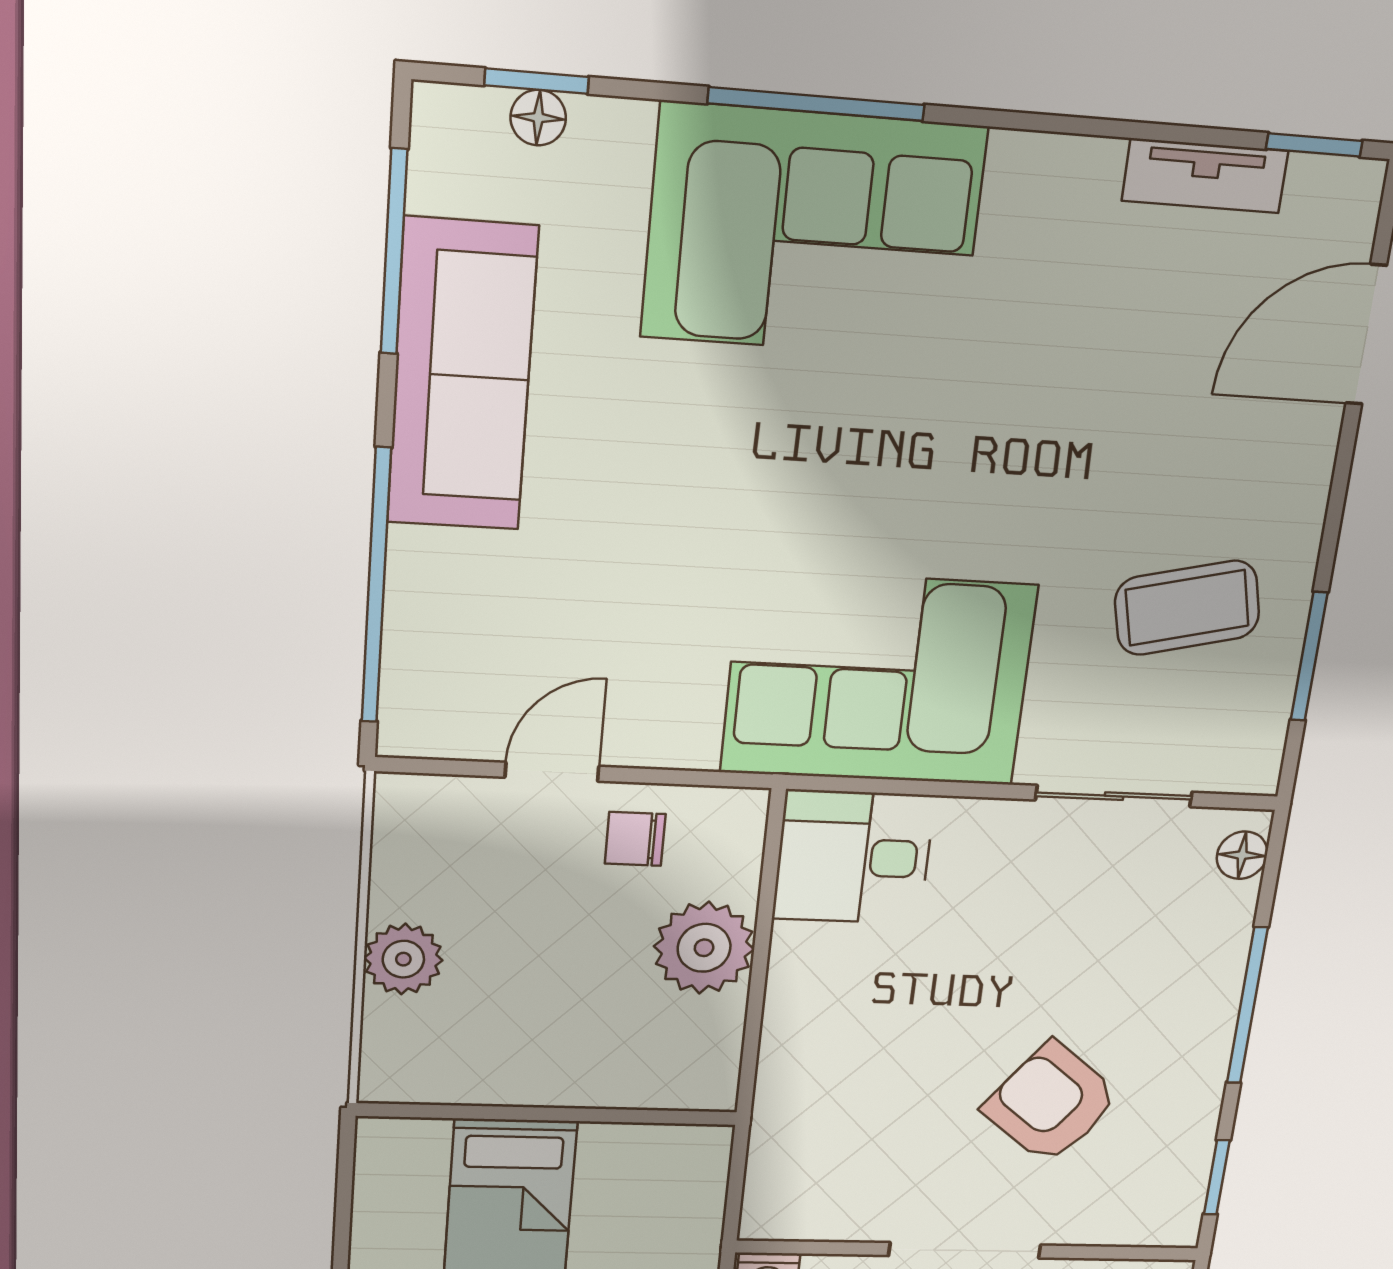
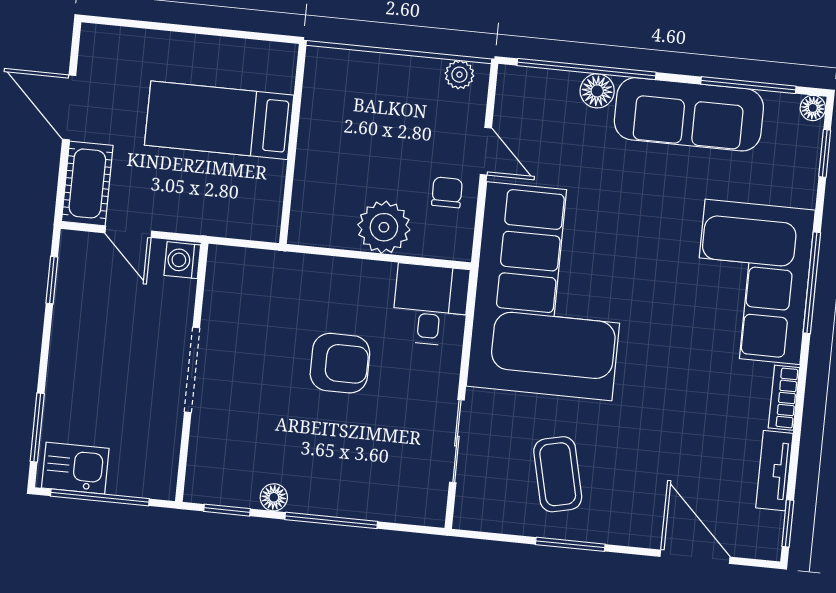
floor lamp: (538, 118) -> (813, 108), moved
bookcase: (1056, 159) -> (784, 398), added
floor lamp: (421, 564) -> (597, 91), added
window: (1309, 656) -> (570, 544), moved
corner sofa: (878, 679) -> (549, 291), width x1.36, depth x1.36
floor lamp: (1242, 855) -> (274, 497), moved
plant: (403, 959) -> (459, 75), moved, width x0.73, depth x0.73
armchair: (1051, 1103) -> (340, 363), moved, turned 52

